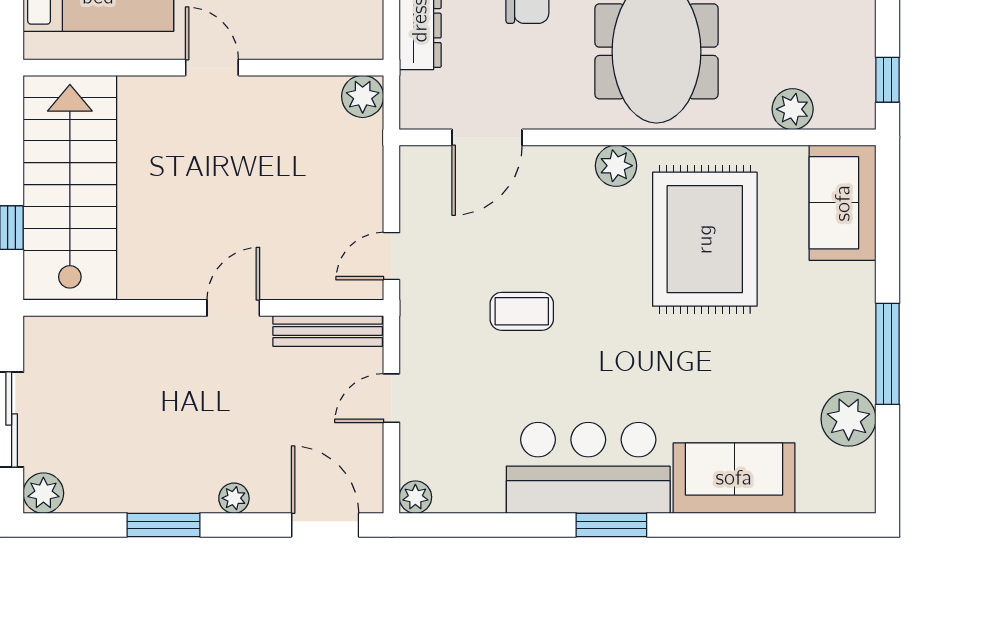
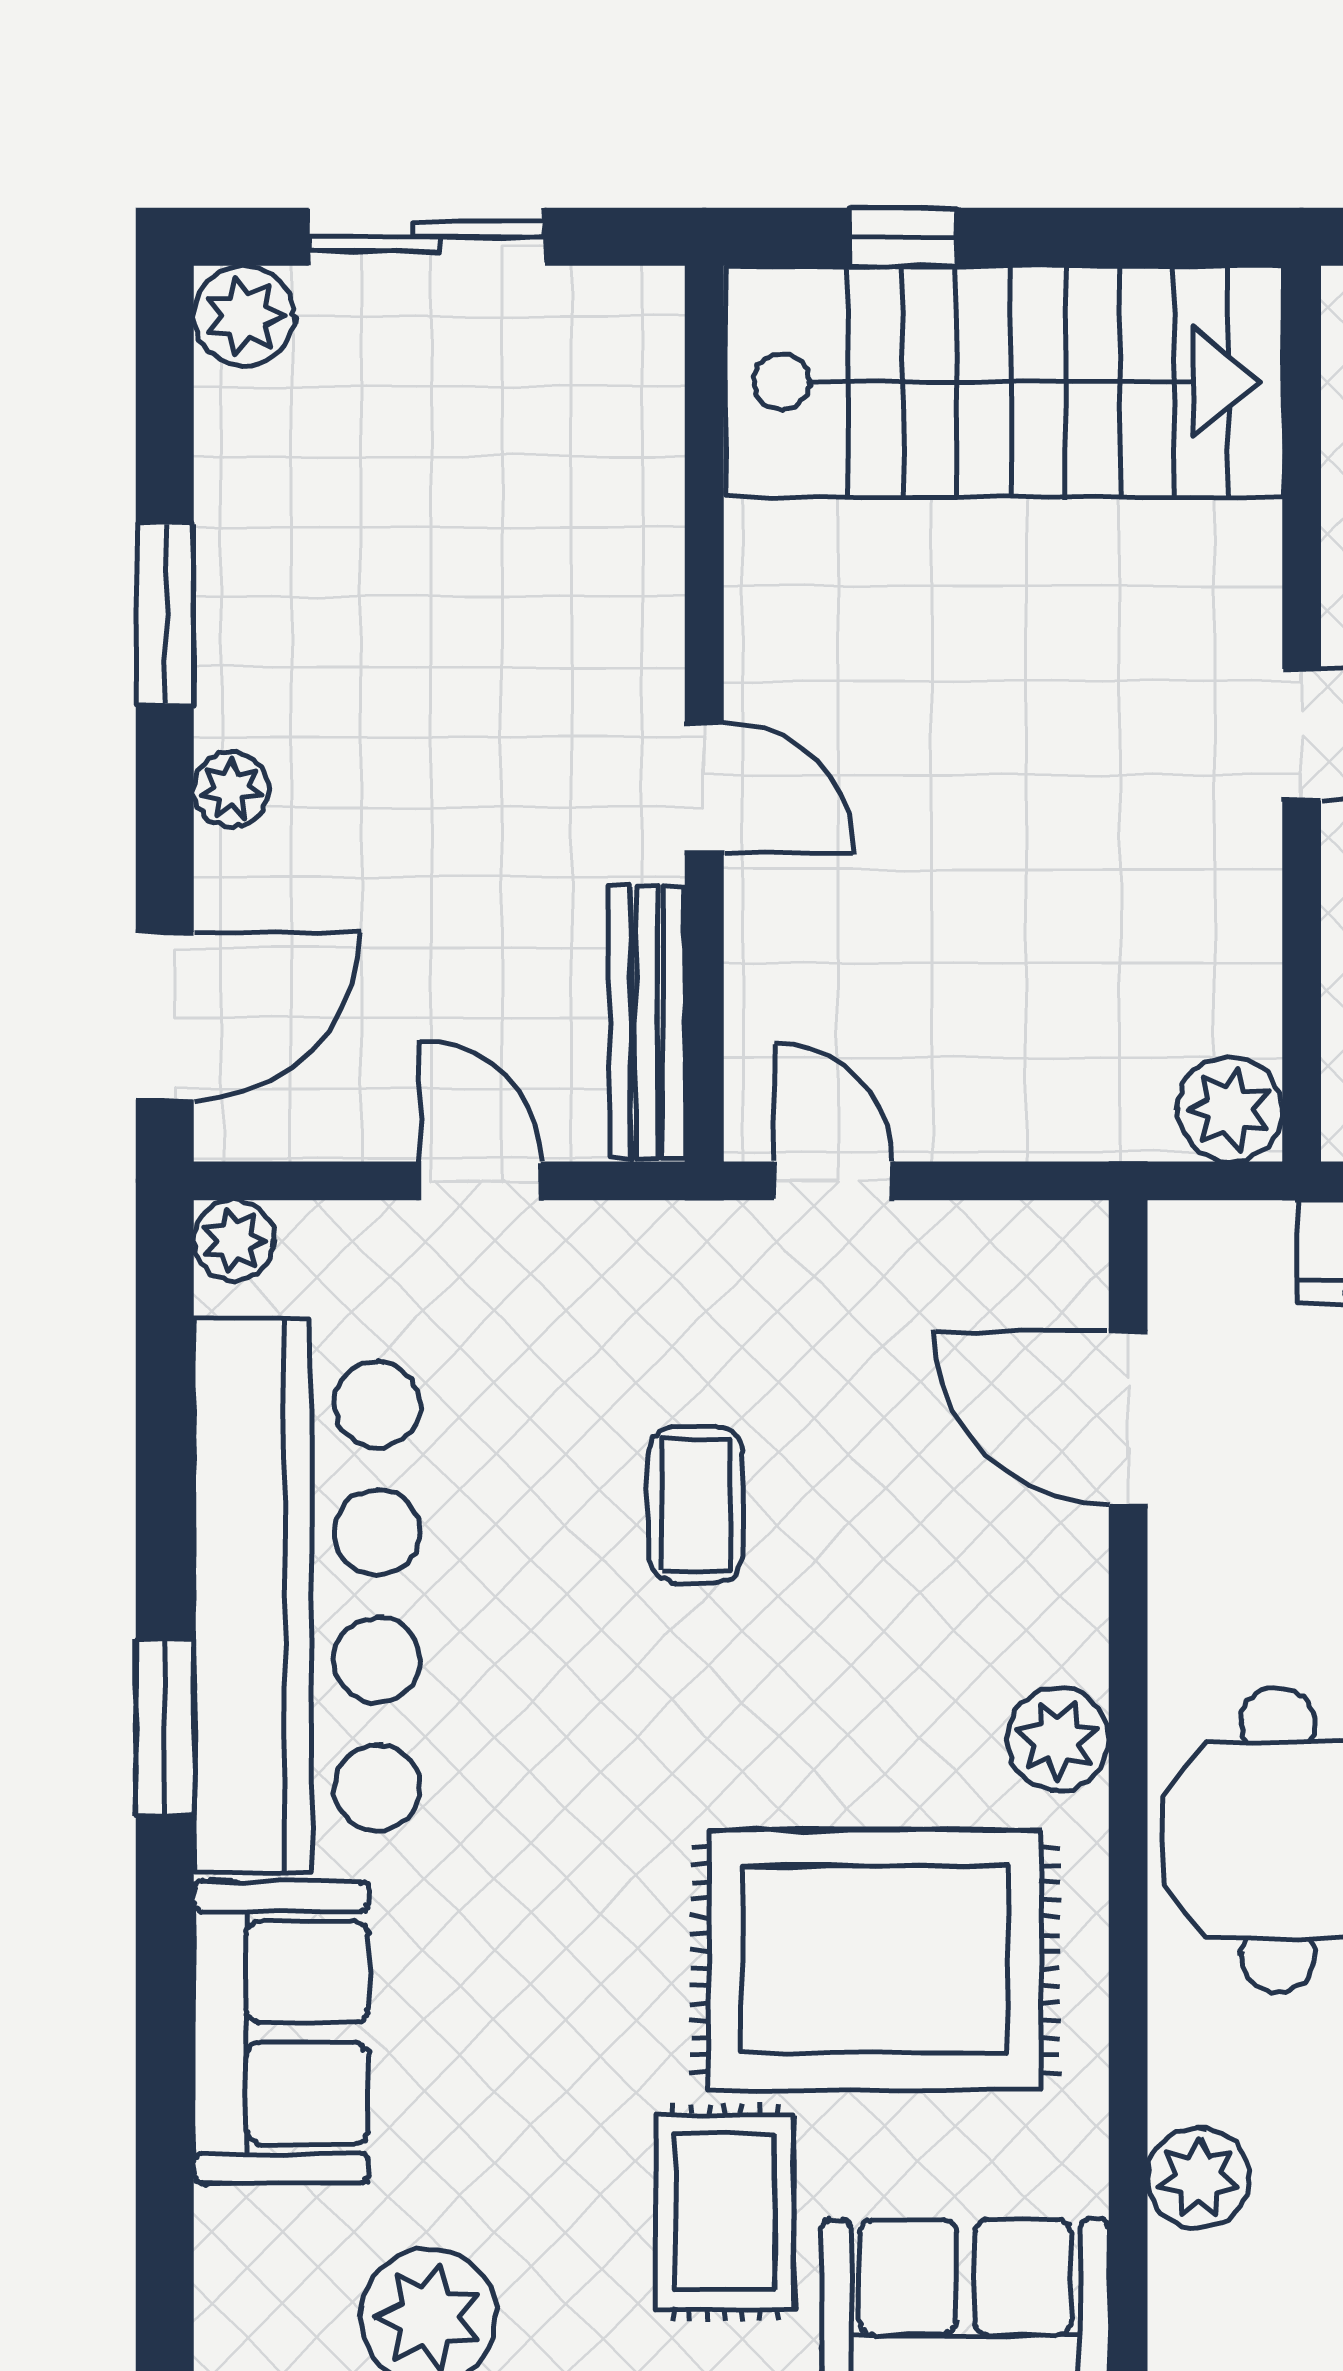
rug: (806, 300) -> (725, 2212), added
bar counter: (588, 468) -> (307, 1596), width x1.36

